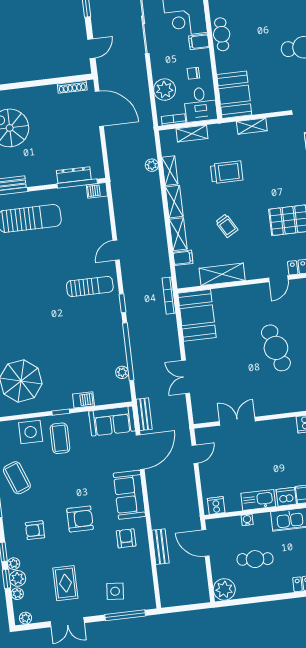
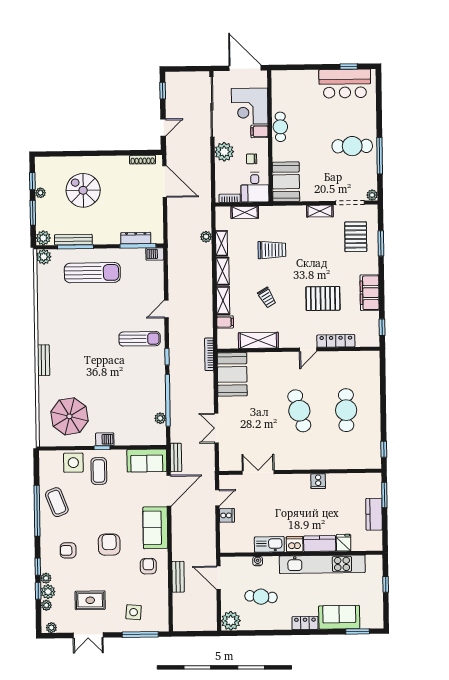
plant: (165, 90) -> (224, 152), moved
shelving: (252, 126) -> (320, 211), moved
barbecue: (83, 400) -> (105, 439), moved
cooker: (216, 505) -> (227, 515), moved, turned 90
armchair: (80, 519) -> (109, 545), turned -90
rug: (65, 583) -> (90, 600), turned 90

